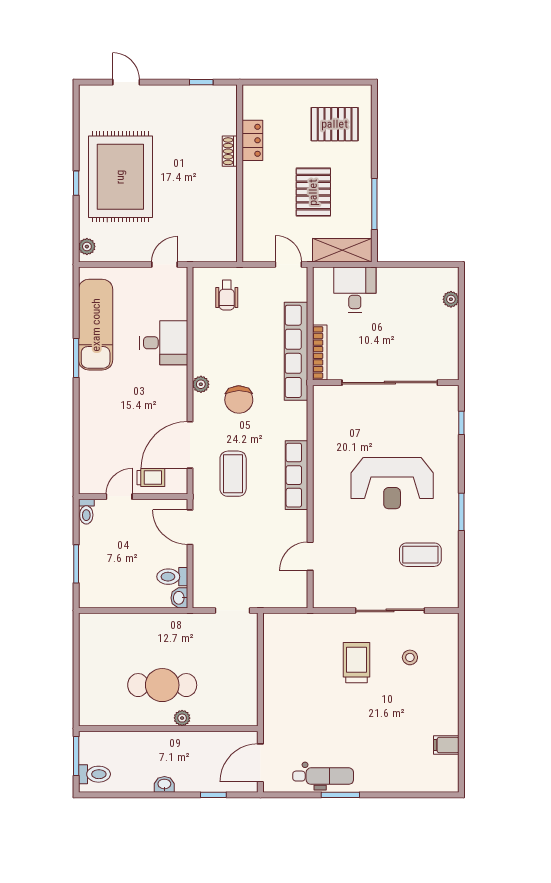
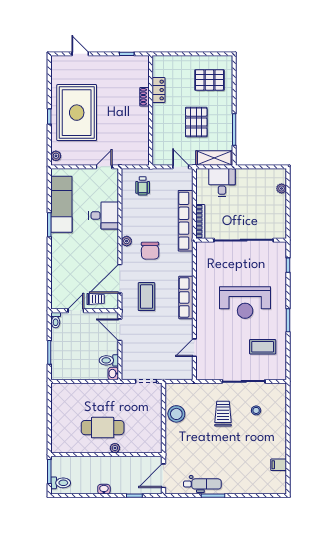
stool: (281, 663) -> (176, 414), added

